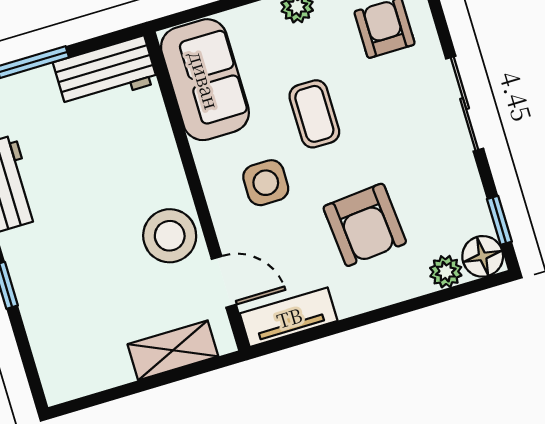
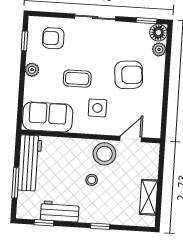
workbench: (105, 72) -> (30, 163), width x1.38
stool: (101, 229) -> (92, 180), added
tv unit: (289, 317) -> (154, 119), removed
shelving: (173, 350) -> (149, 197), moved

